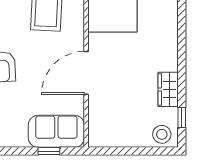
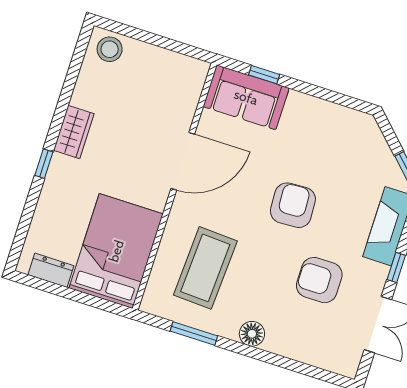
wardrobe: (168, 89) -> (74, 132), moved
window: (182, 118) -> (44, 164), moved

